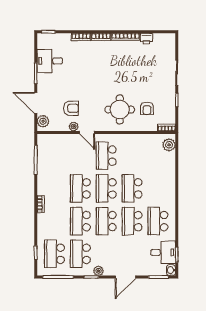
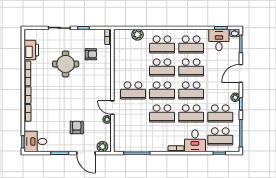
printer: (146, 39) -> (31, 50), width x1.87, depth x1.48
desk: (50, 61) -> (35, 142), moved, turned 90
door: (36, 103) -> (86, 153), hinge flipped
armchair: (71, 108) -> (77, 127), moved
round table: (120, 110) -> (66, 64), moved
door: (87, 132) -> (112, 108), swing flipped
plant: (169, 145) -> (137, 35), moved
school desk: (158, 188) -> (162, 45), added
desk: (50, 225) -> (195, 141), added
door: (125, 277) -> (241, 73), swing flipped

